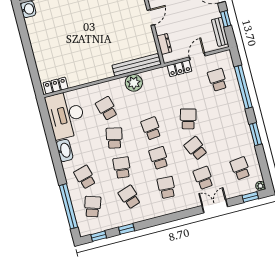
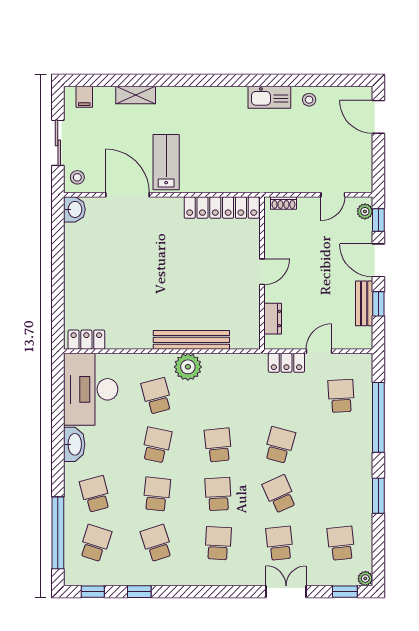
bench: (220, 32) -> (364, 303), moved
bench: (136, 65) -> (191, 340), moved
plant: (134, 83) -> (188, 367), moved

